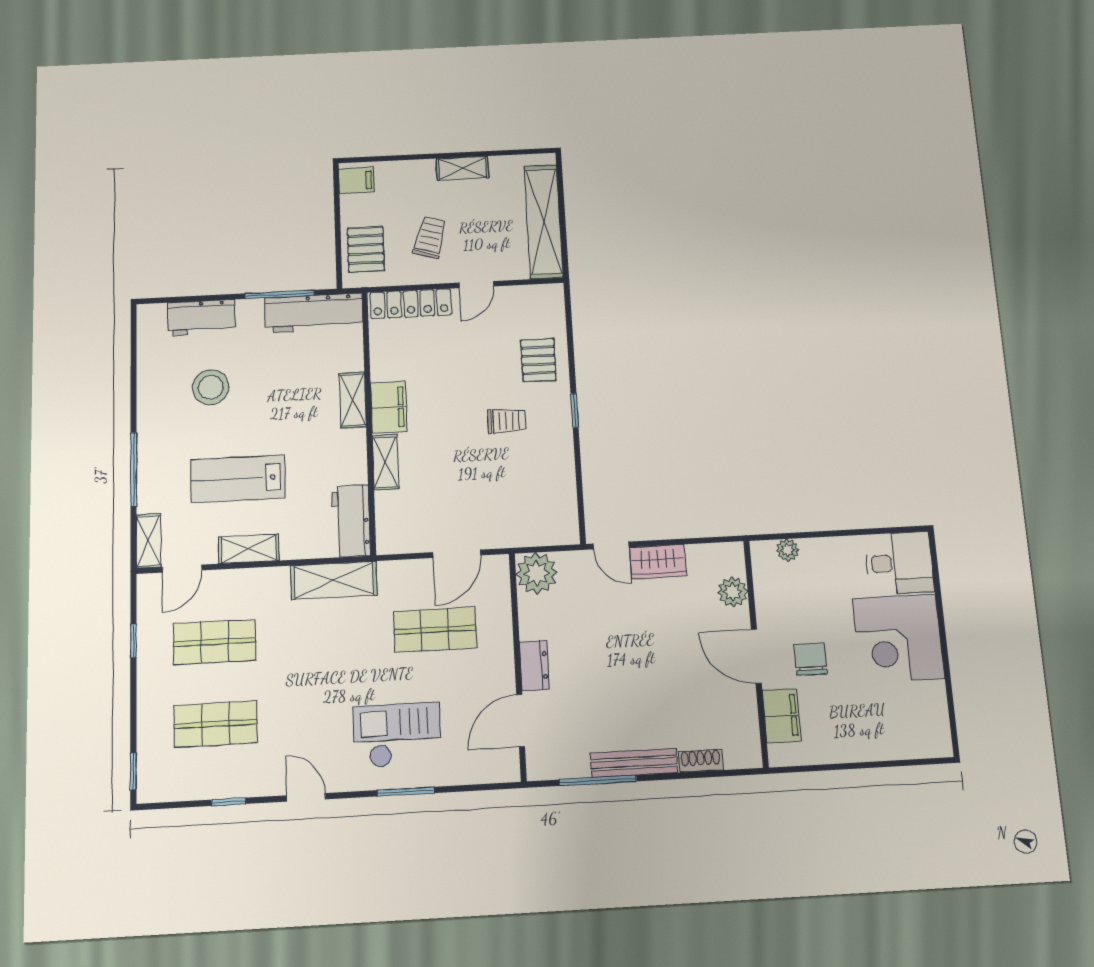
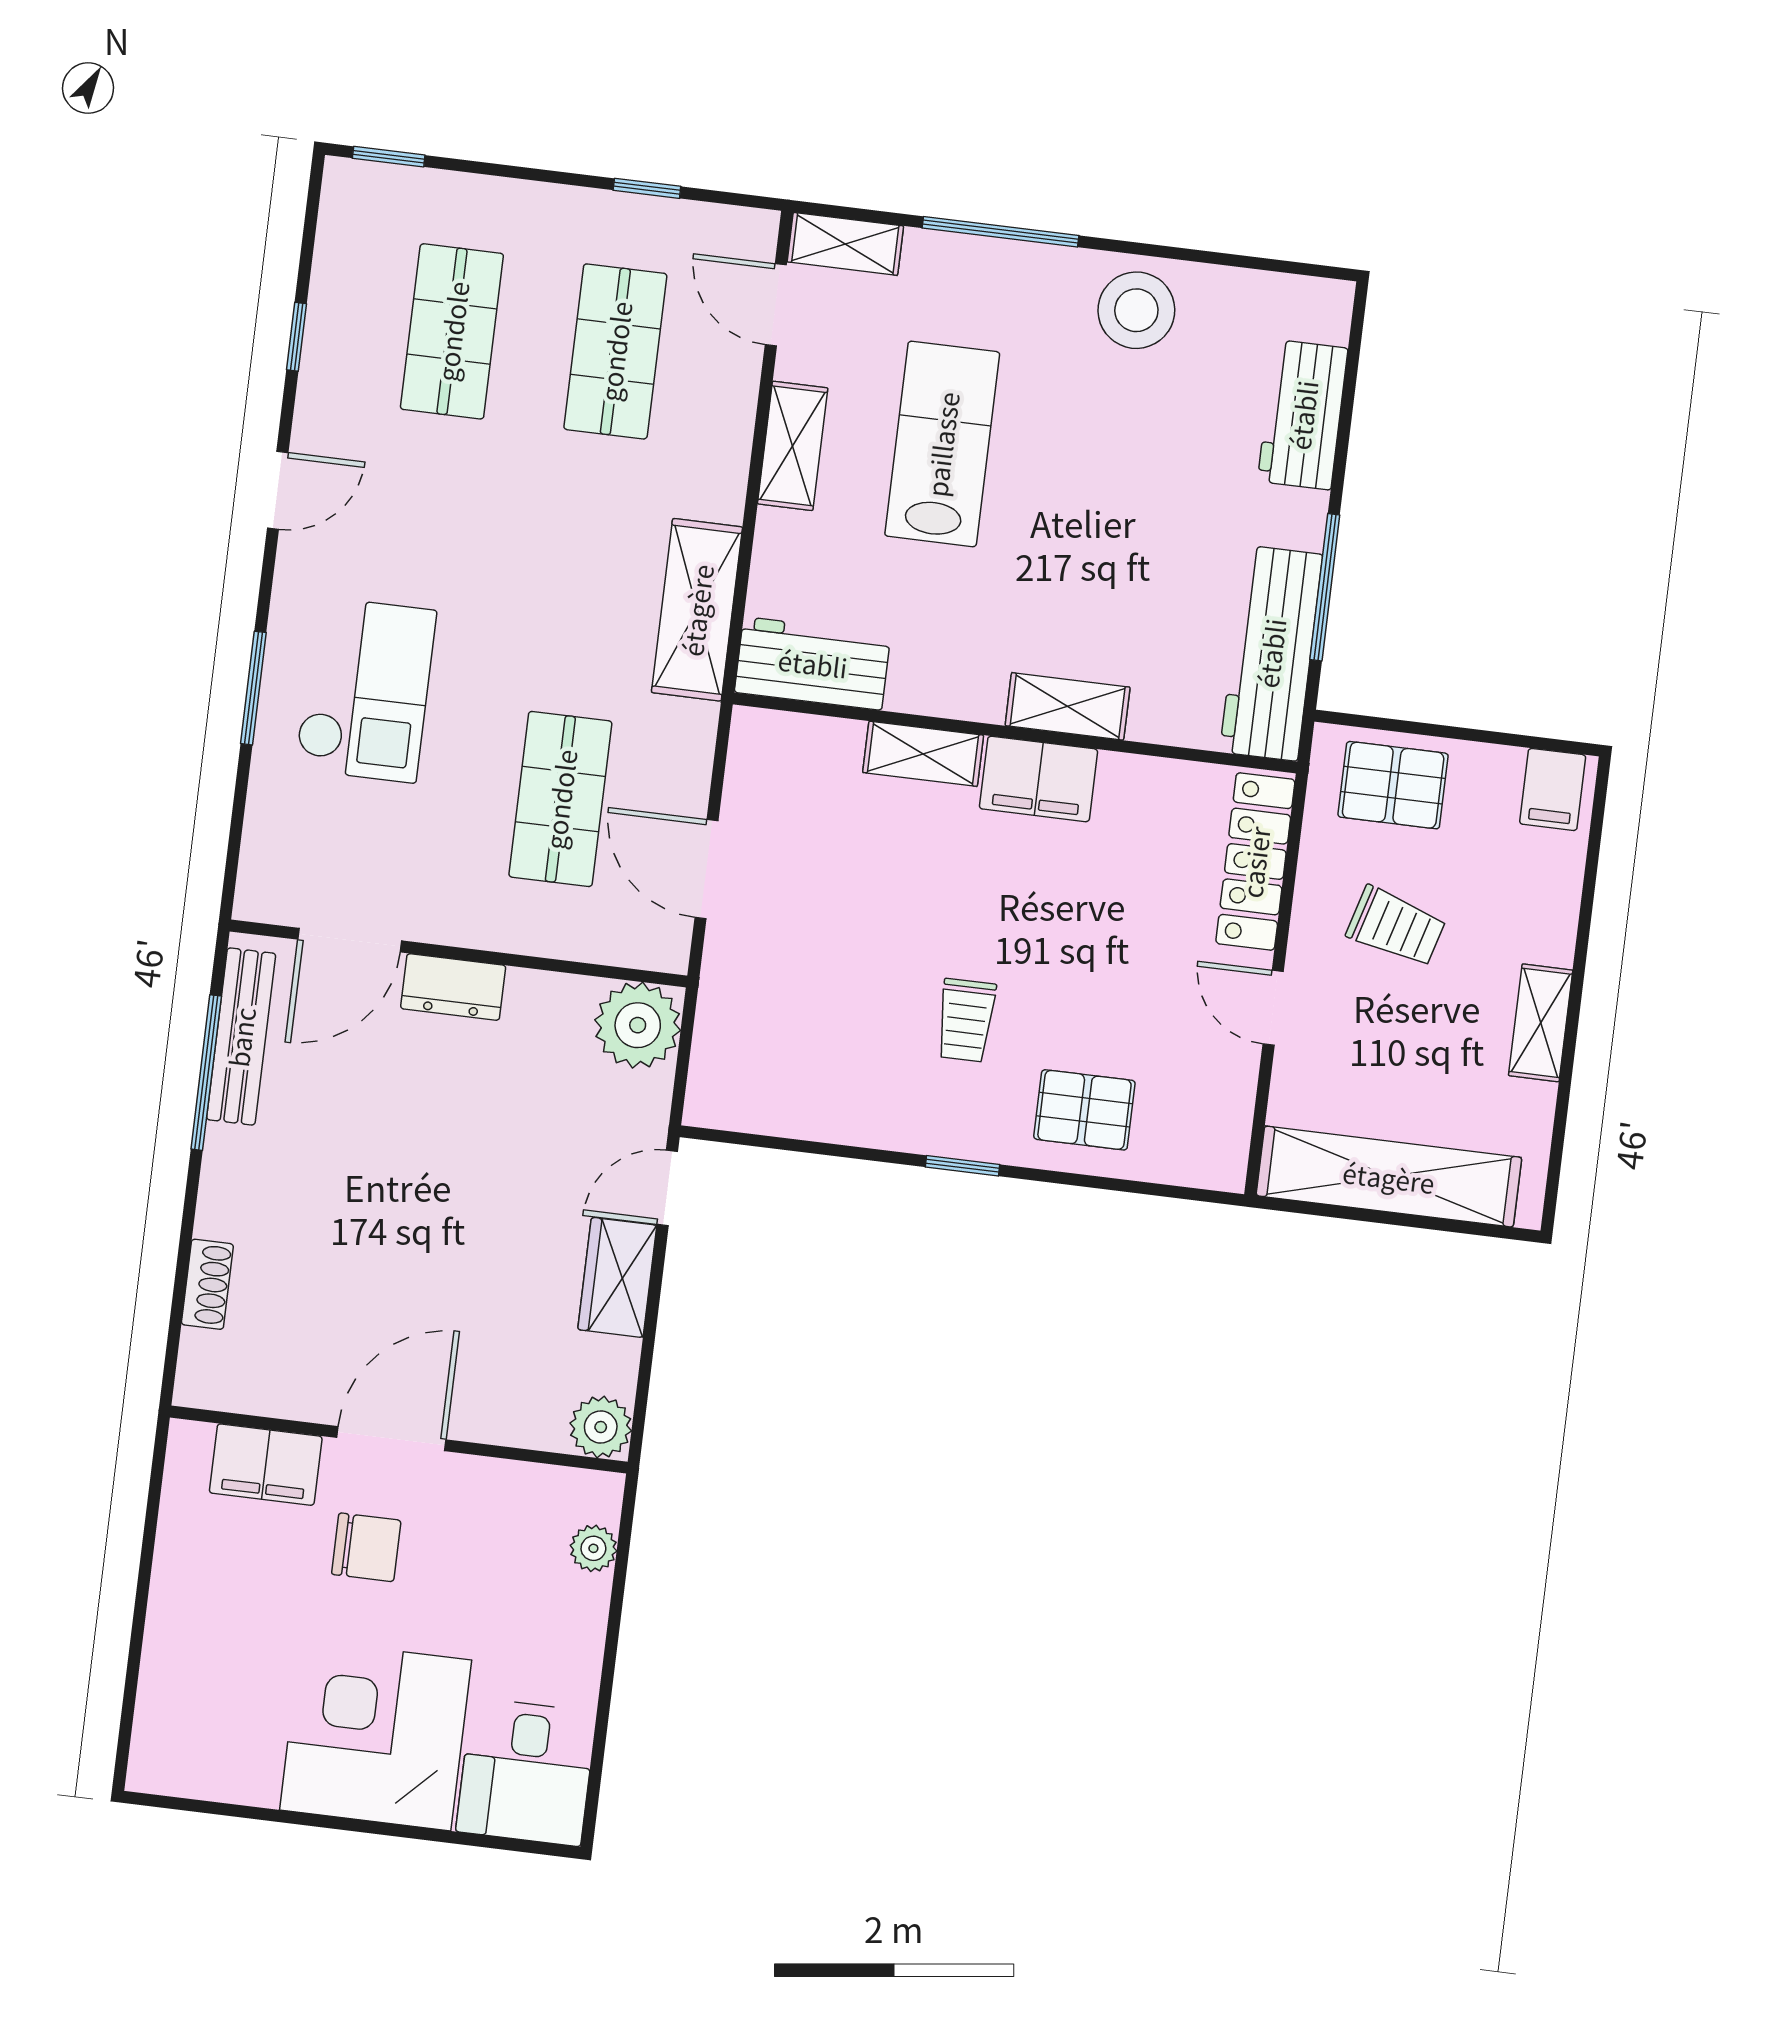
stool: (211, 387) -> (1136, 310), moved
plant: (733, 592) -> (601, 1427), moved
door: (521, 721) -> (350, 940), swing flipped
bench: (634, 763) -> (241, 1037), moved

